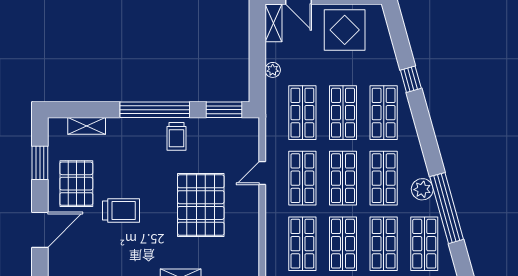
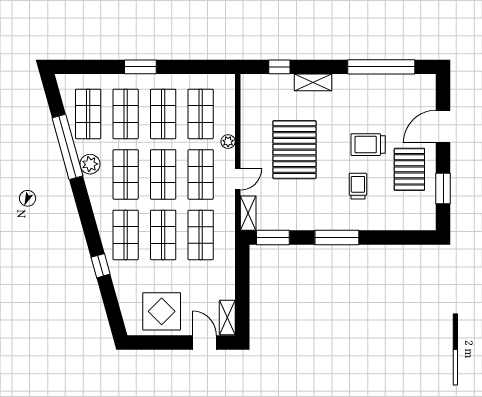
plant: (273, 70) -> (228, 142), moved
window: (155, 110) -> (337, 238), width x0.68
shelving: (87, 126) -> (248, 213), moved, turned 90
trolley: (177, 136) -> (358, 186), moved

